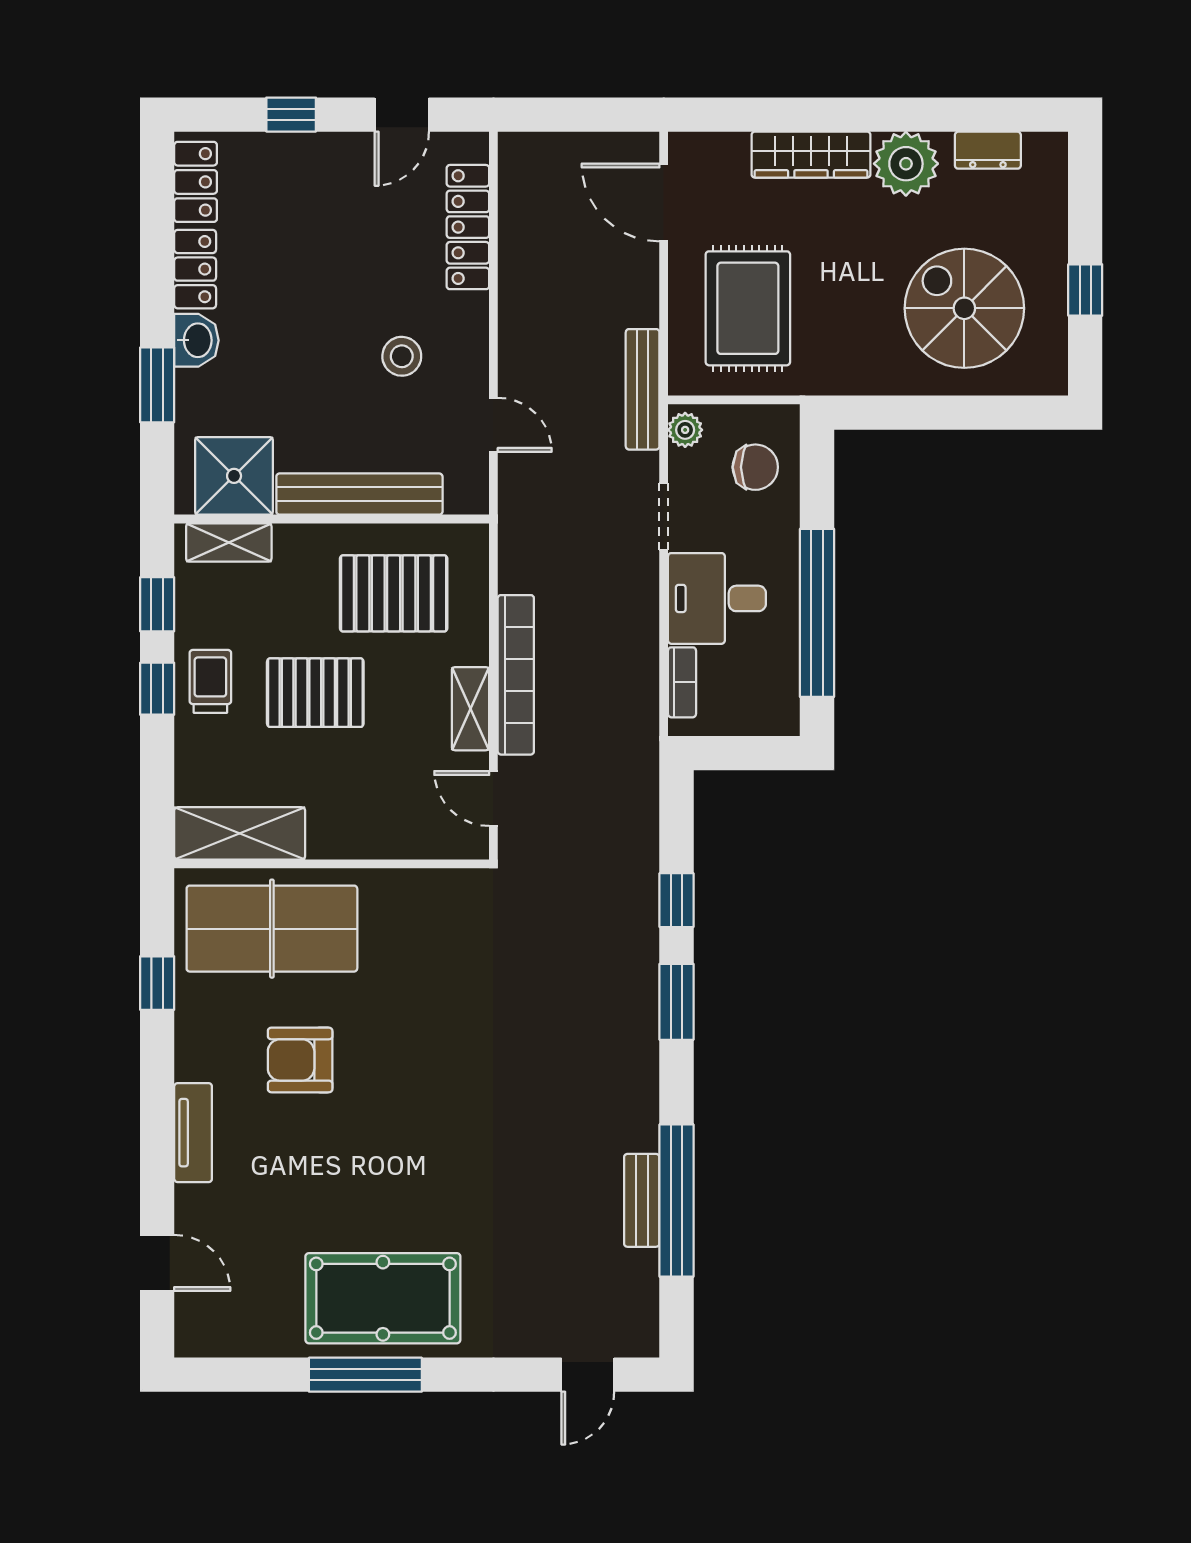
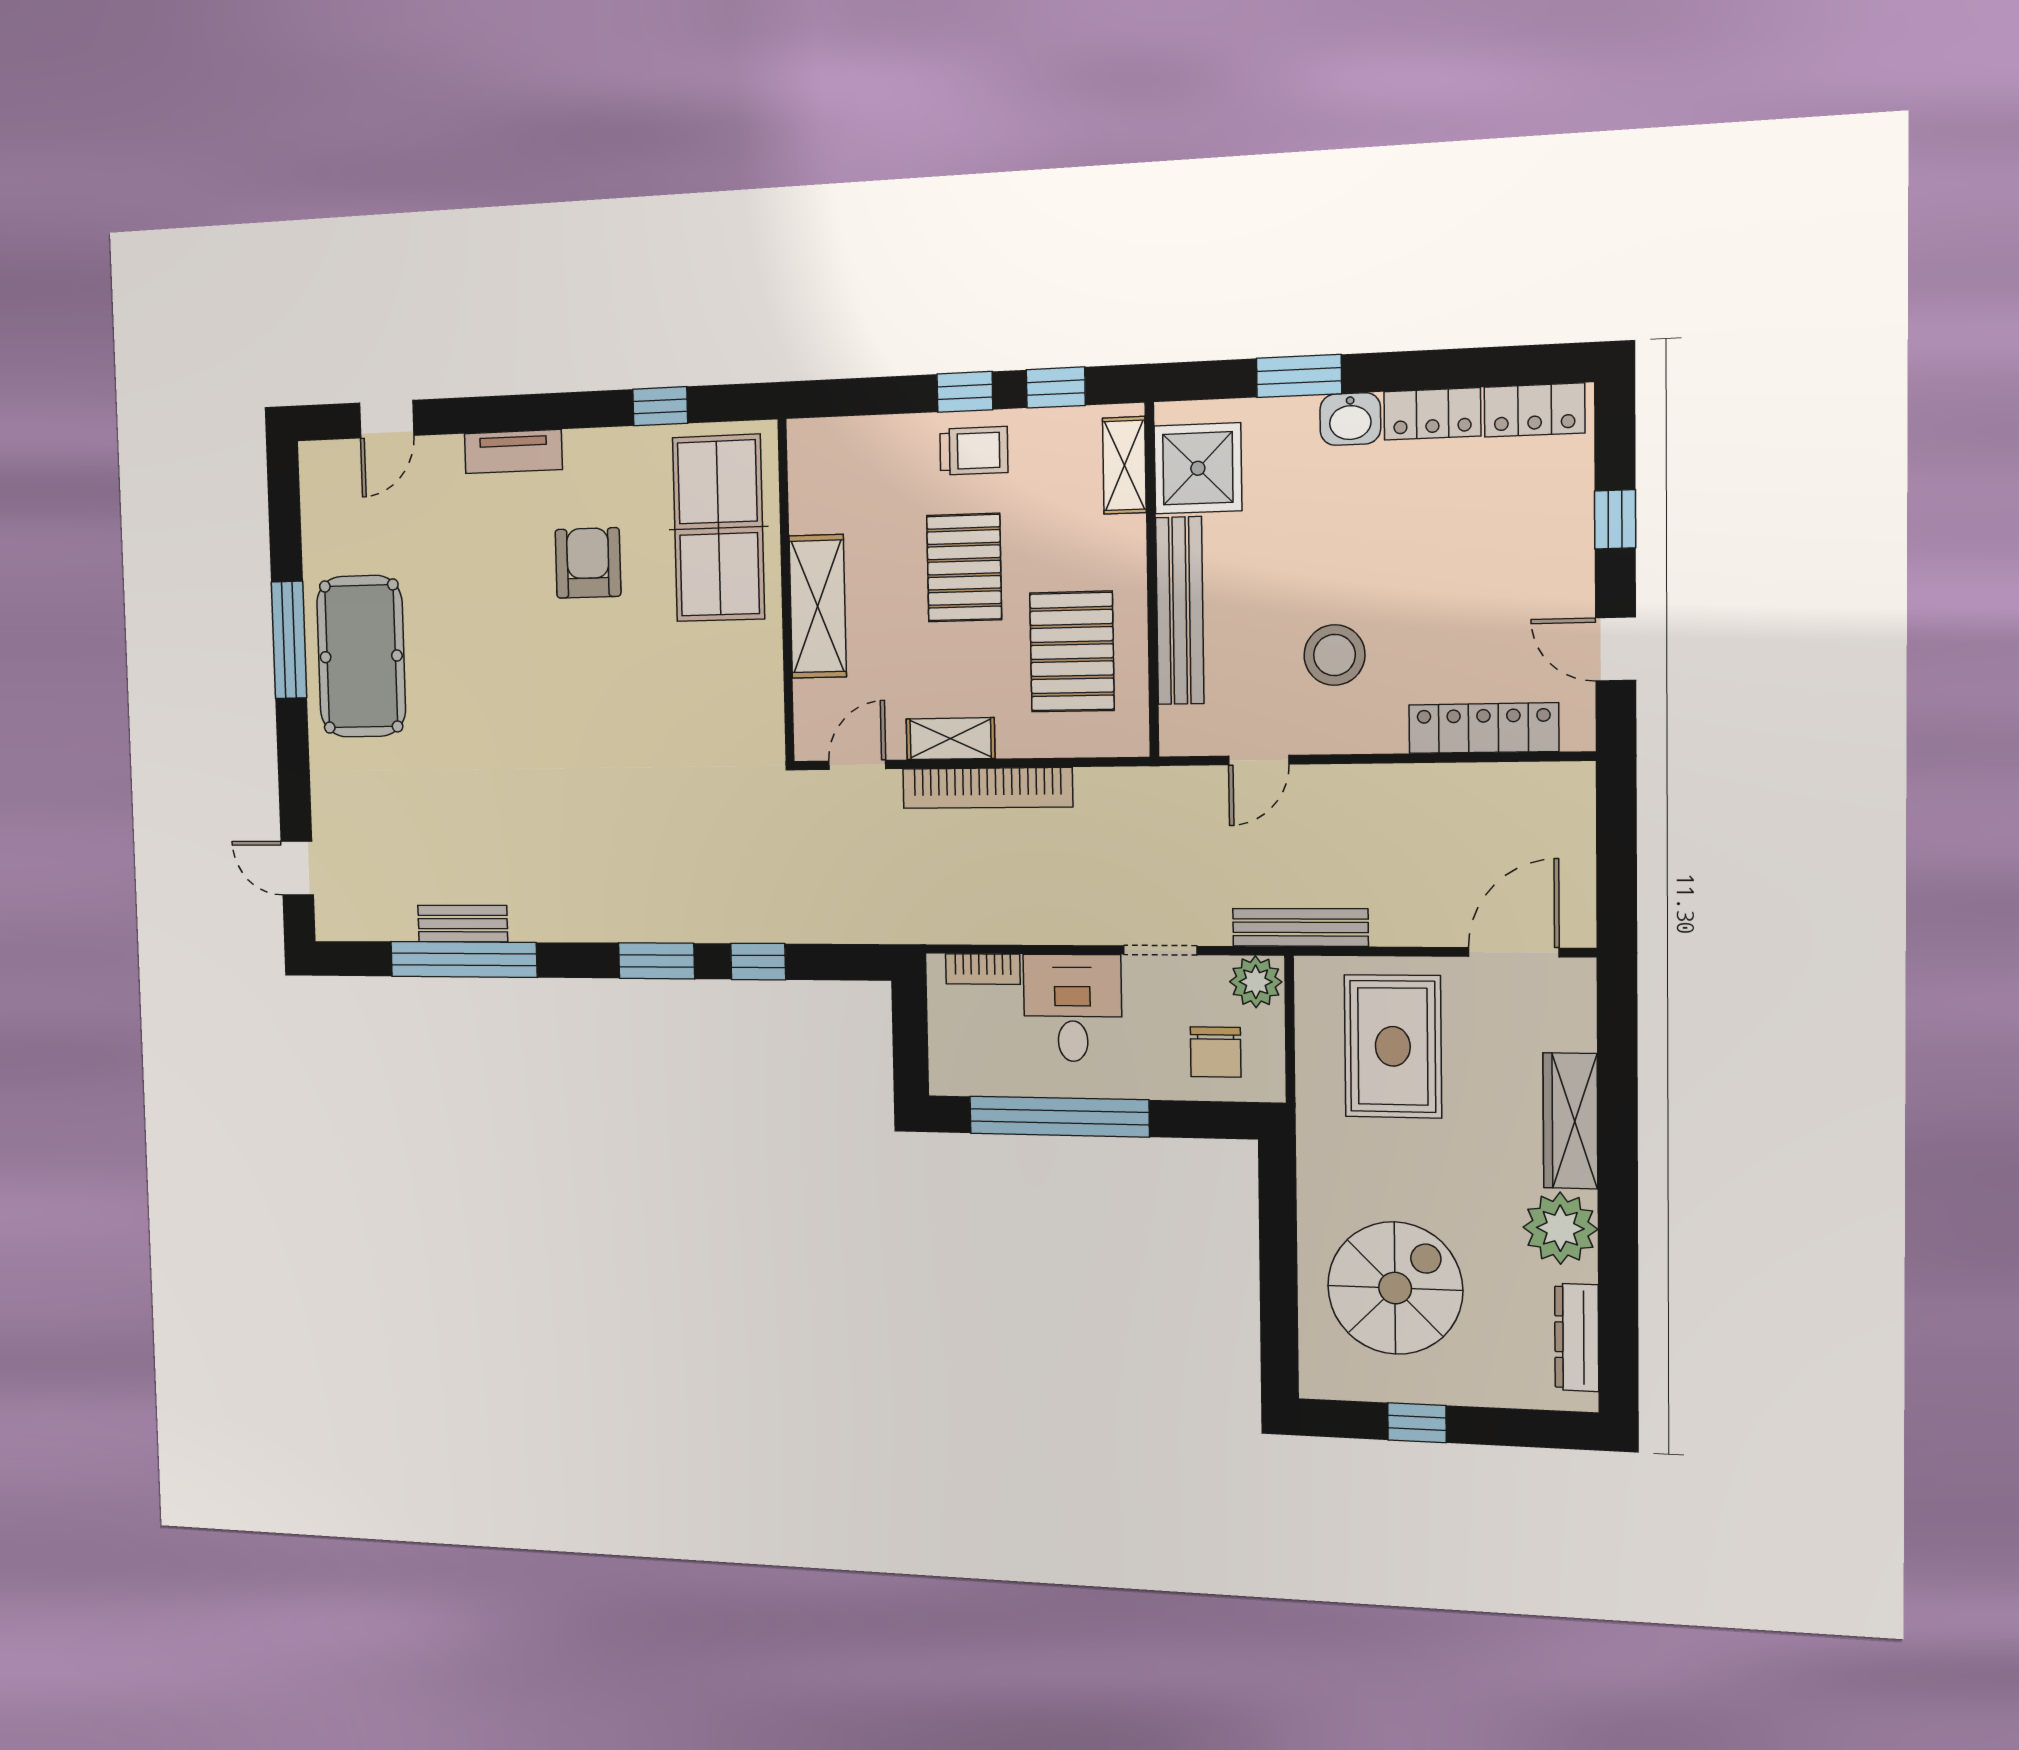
dresser: (988, 150) -> (1577, 1337), width x1.44
rug: (748, 308) -> (1393, 1046), turned 90
stool: (402, 356) -> (1335, 655), width x1.38, depth x1.38
plant: (685, 430) -> (1256, 982), width x1.38, depth x1.38
shelving: (240, 833) -> (818, 606), moved

